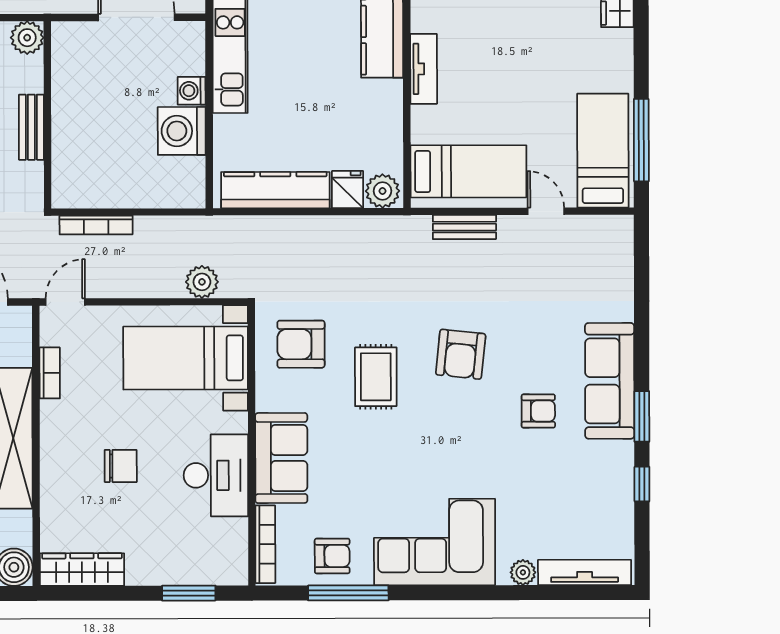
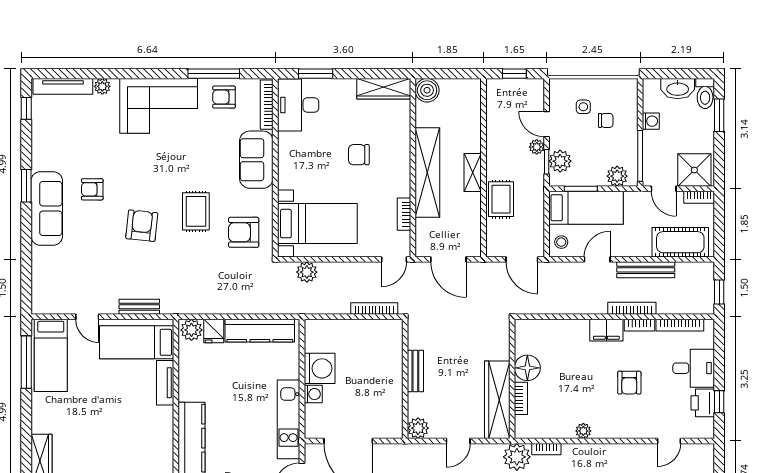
tv unit: (424, 69) -> (165, 383), moved
armchair: (301, 344) -> (244, 232), turned 180
desk: (216, 475) -> (298, 105), moved
window: (642, 484) -> (26, 108), moved

